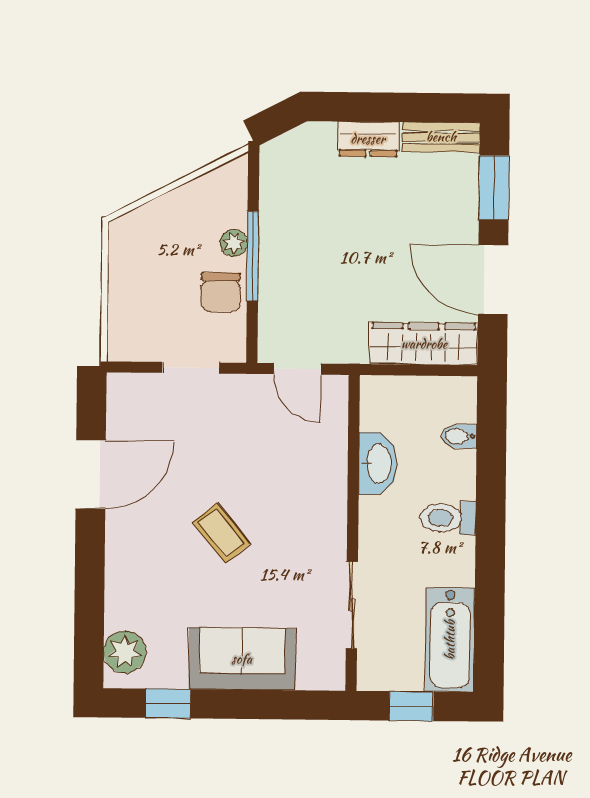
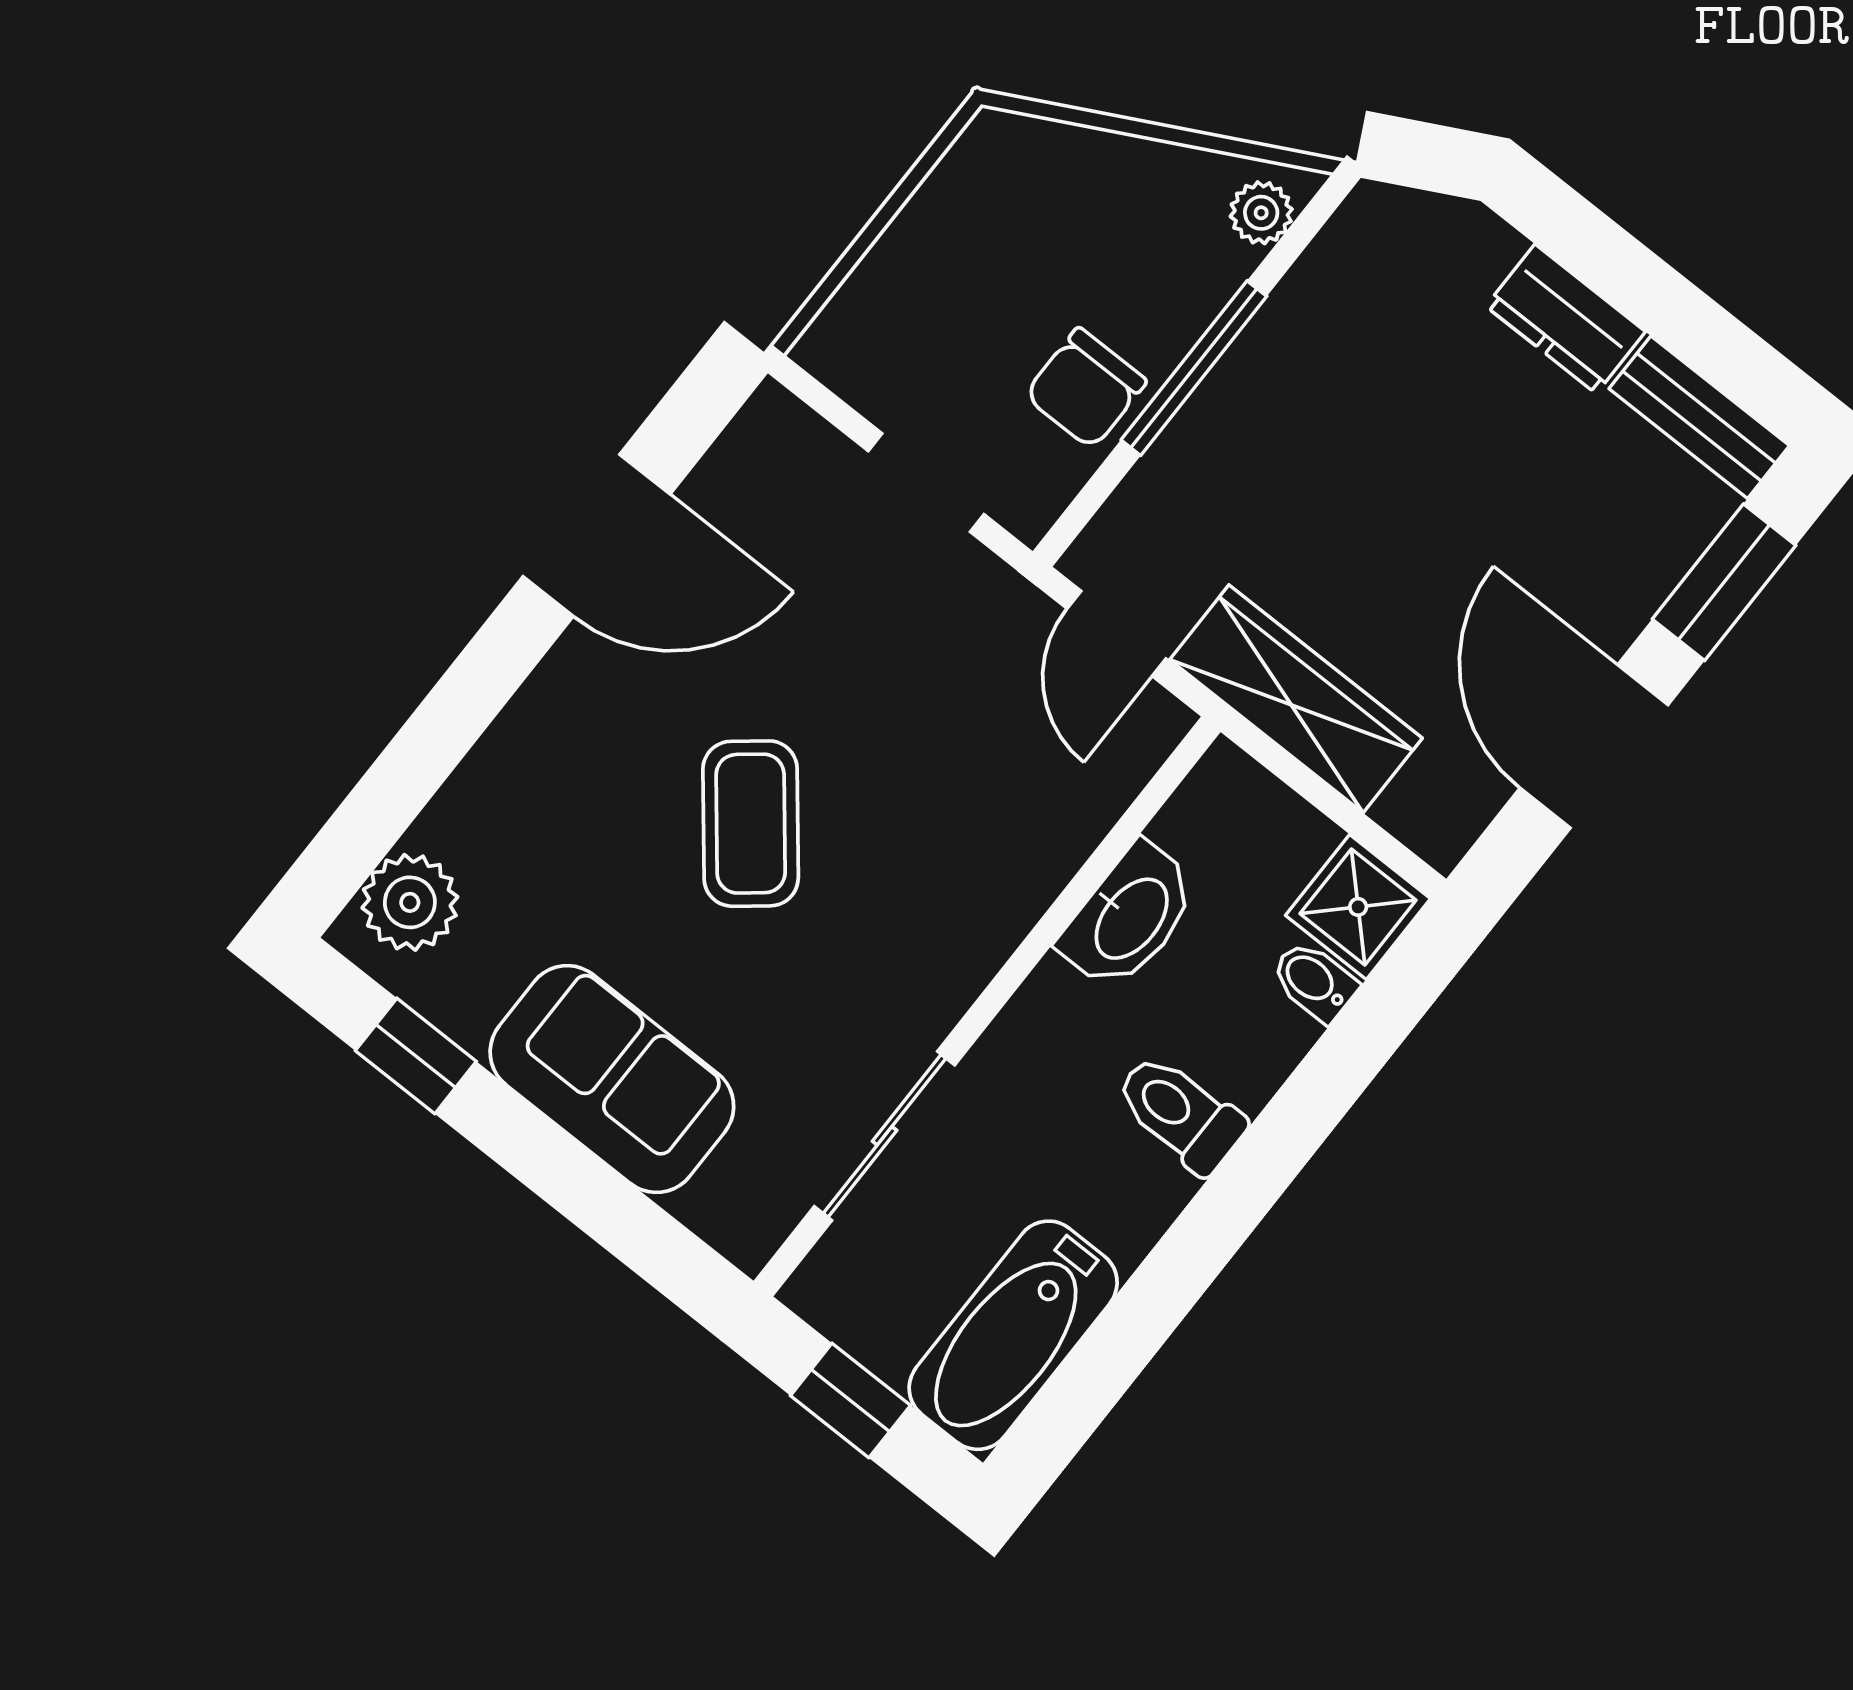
plant: (234, 243) -> (1261, 213), moved
wardrobe: (424, 344) -> (1296, 699), moved
shower: (454, 399) -> (1358, 907), added
coffee table: (222, 533) -> (751, 824), width x1.36, depth x1.30

